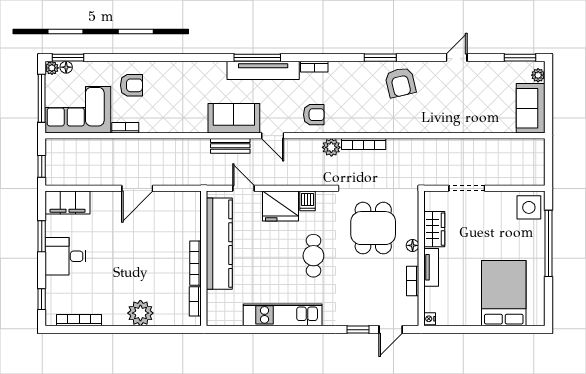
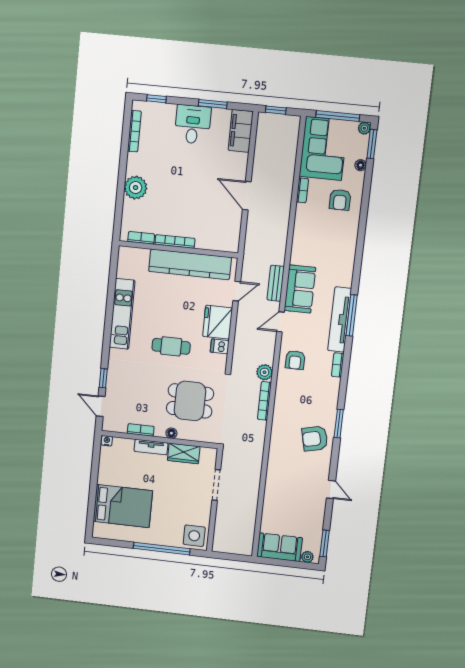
floor lamp: (66, 67) -> (361, 165), moved

